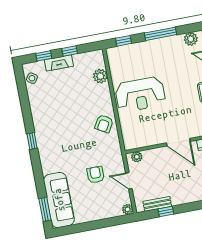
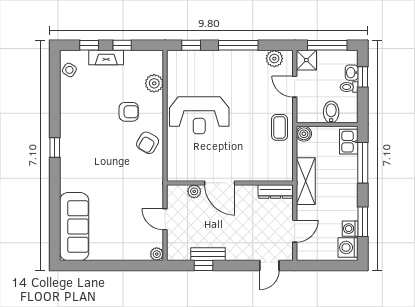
door: (178, 142) -> (220, 183), moved
plant: (137, 157) -> (194, 191), moved
armchair: (96, 175) -> (129, 112), moved, turned 90
bench: (157, 204) -> (208, 254), moved
window: (45, 209) -> (55, 235), removed

